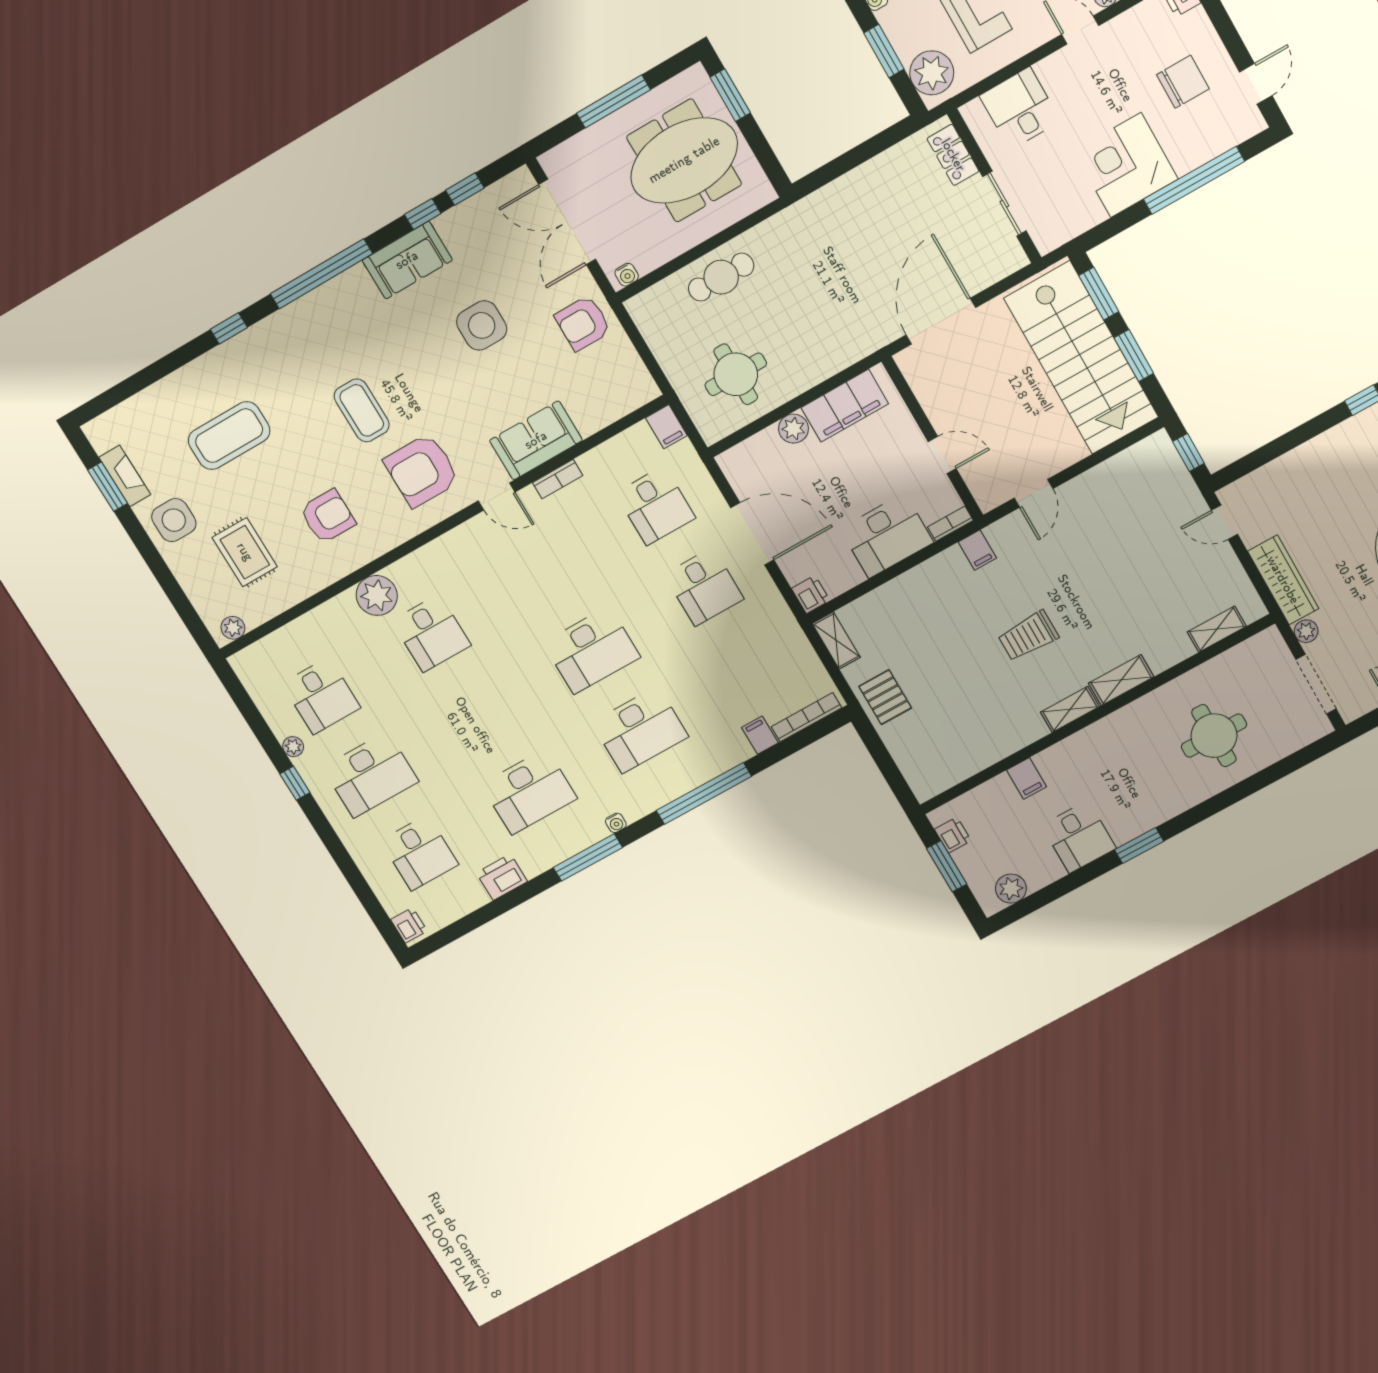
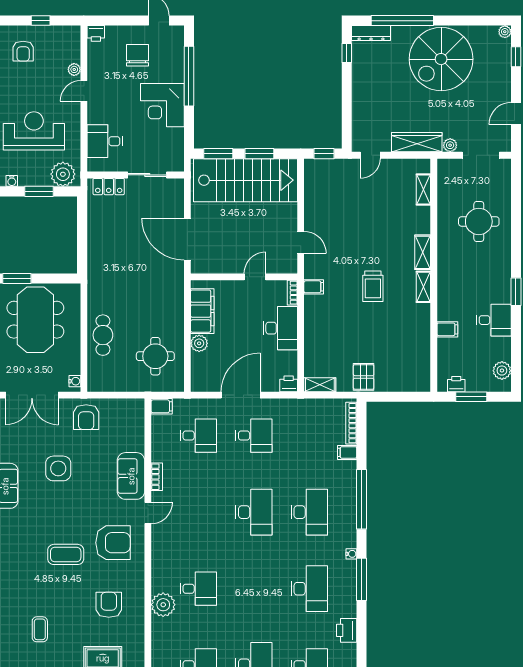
coffee table: (229, 436) -> (40, 629), width x0.54, depth x0.58
armchair: (422, 470) -> (113, 543), turned -90
pallet: (885, 697) -> (364, 377), turned 90

